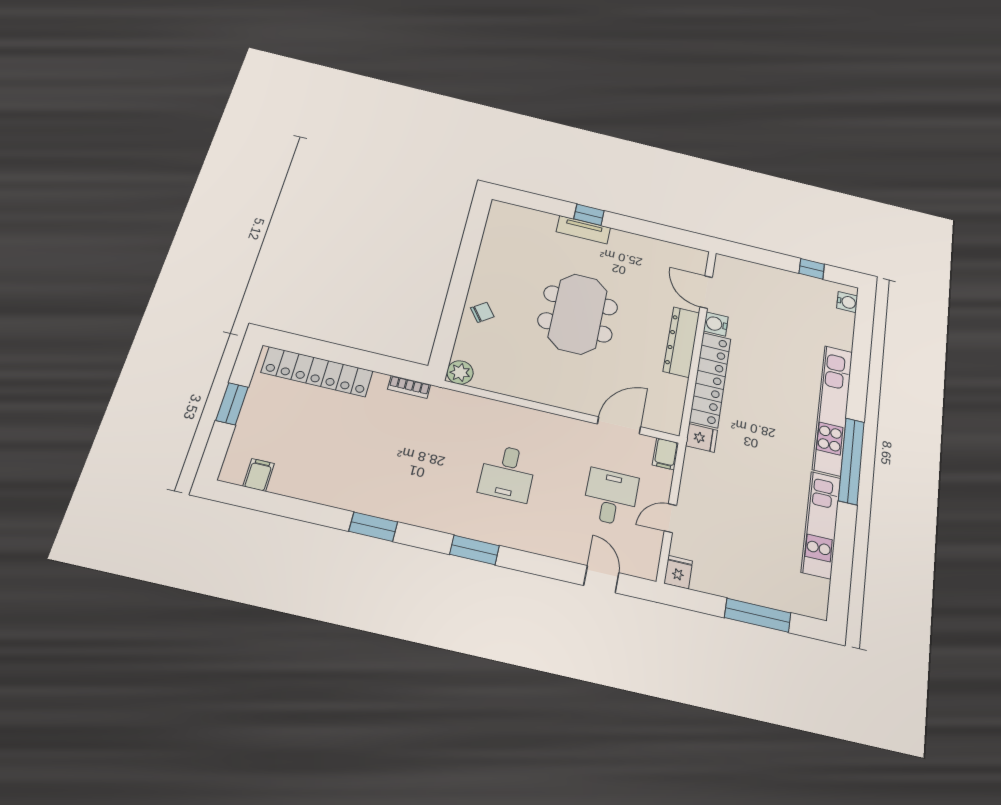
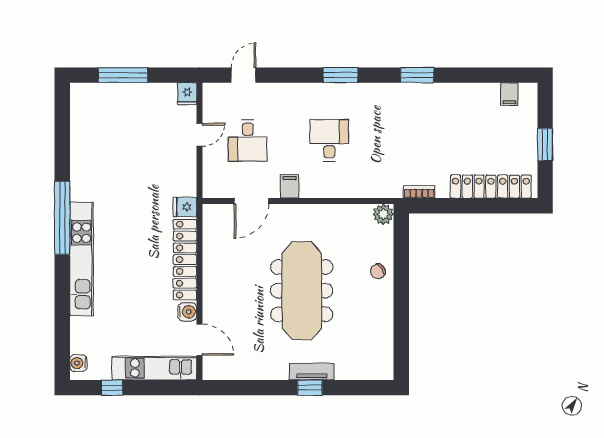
meeting table: (578, 314) -> (302, 291), width x1.36
dresser: (681, 342) -> (213, 288), removed
filing cabinet: (666, 454) -> (290, 186), moved
kitchen unit: (821, 524) -> (154, 368), moved, turned -90
door: (601, 579) -> (244, 75), swing flipped

